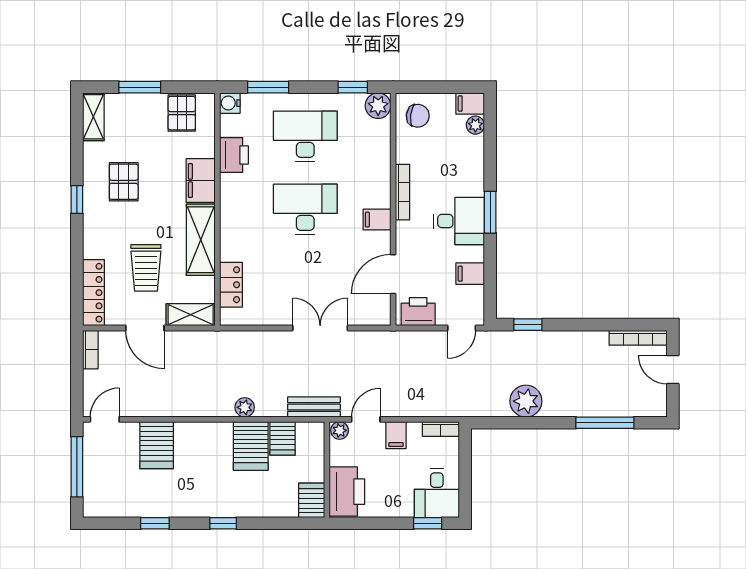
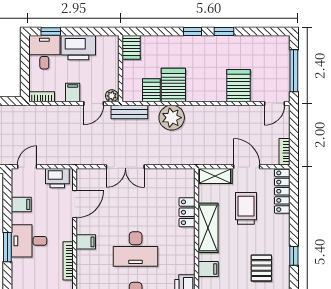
filing cabinet: (201, 181) -> (208, 269), width x0.50
locker: (231, 285) -> (187, 212), moved
plant: (245, 407) -> (172, 118), width x1.87, depth x1.87
printer: (347, 492) -> (78, 48), moved, turned -90
window: (155, 523) -> (224, 31), moved

